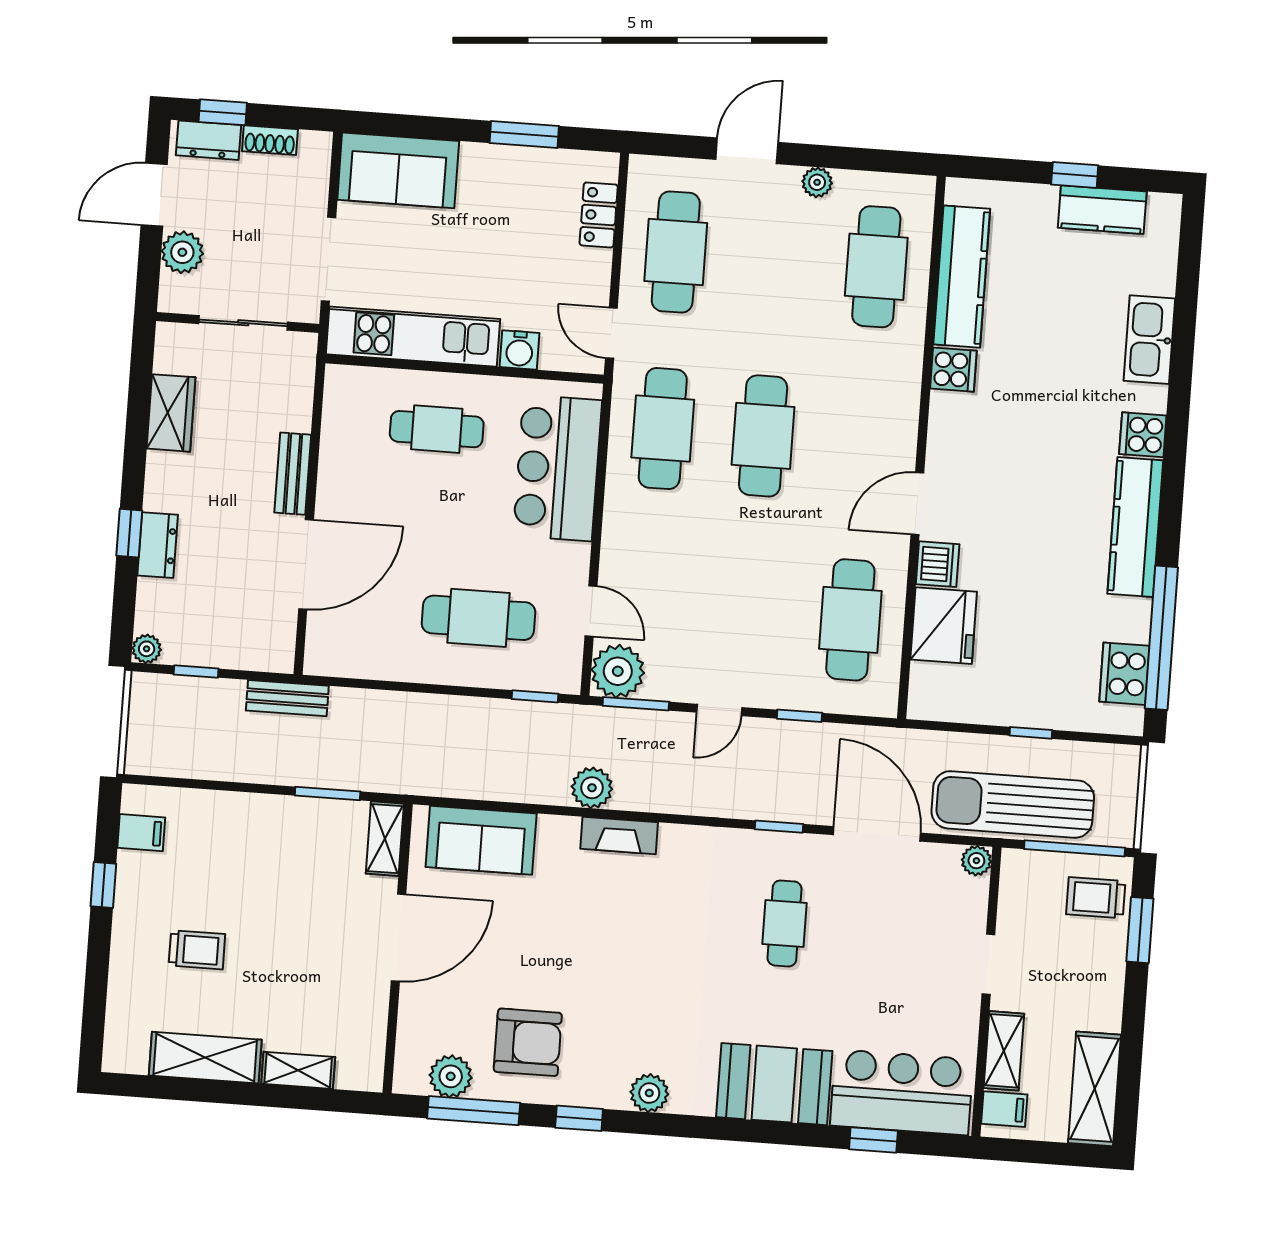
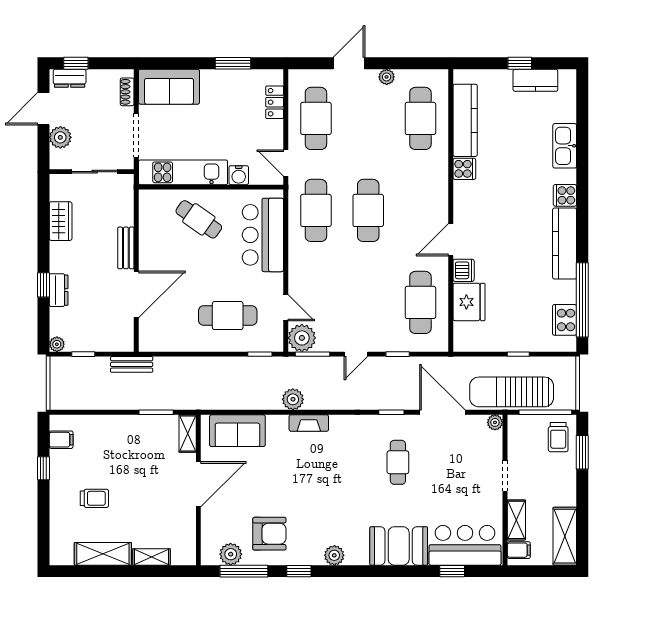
shoe rack: (270, 140) -> (127, 92), moved, turned 90
cafe table: (437, 429) -> (199, 219), turned 35
trolley: (1096, 898) -> (558, 437), turned -90

